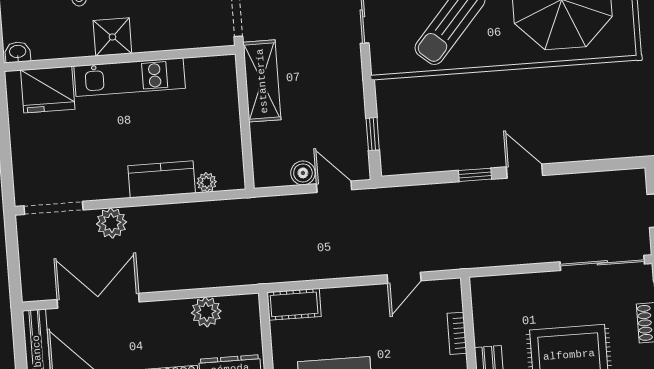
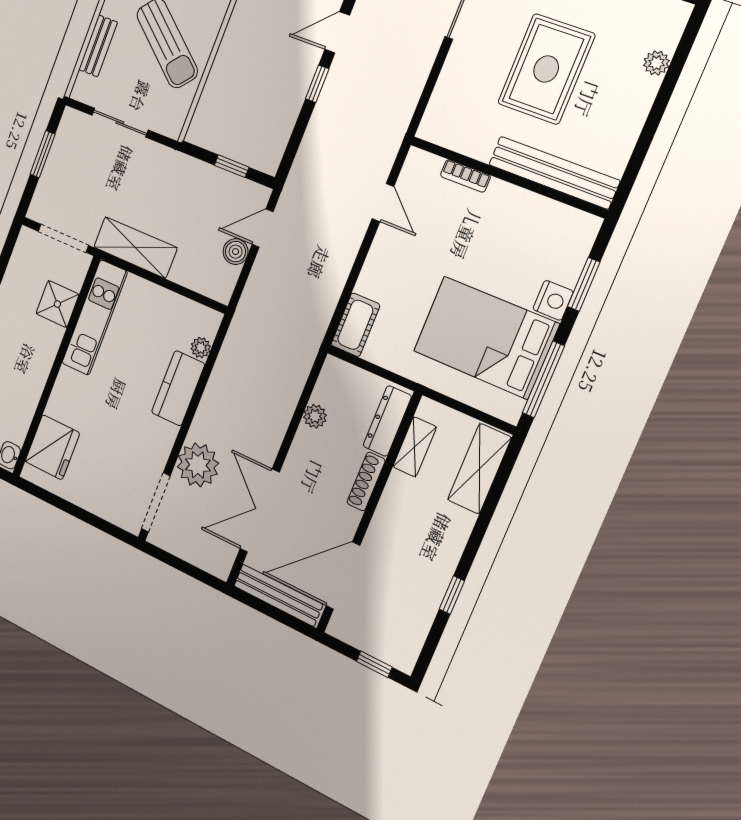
shower: (112, 37) -> (57, 304), moved
kitchen unit: (130, 77) -> (95, 318), moved
plant: (111, 223) -> (198, 465), width x1.36, depth x1.36
plant: (206, 312) -> (315, 416), width x0.73, depth x0.73

